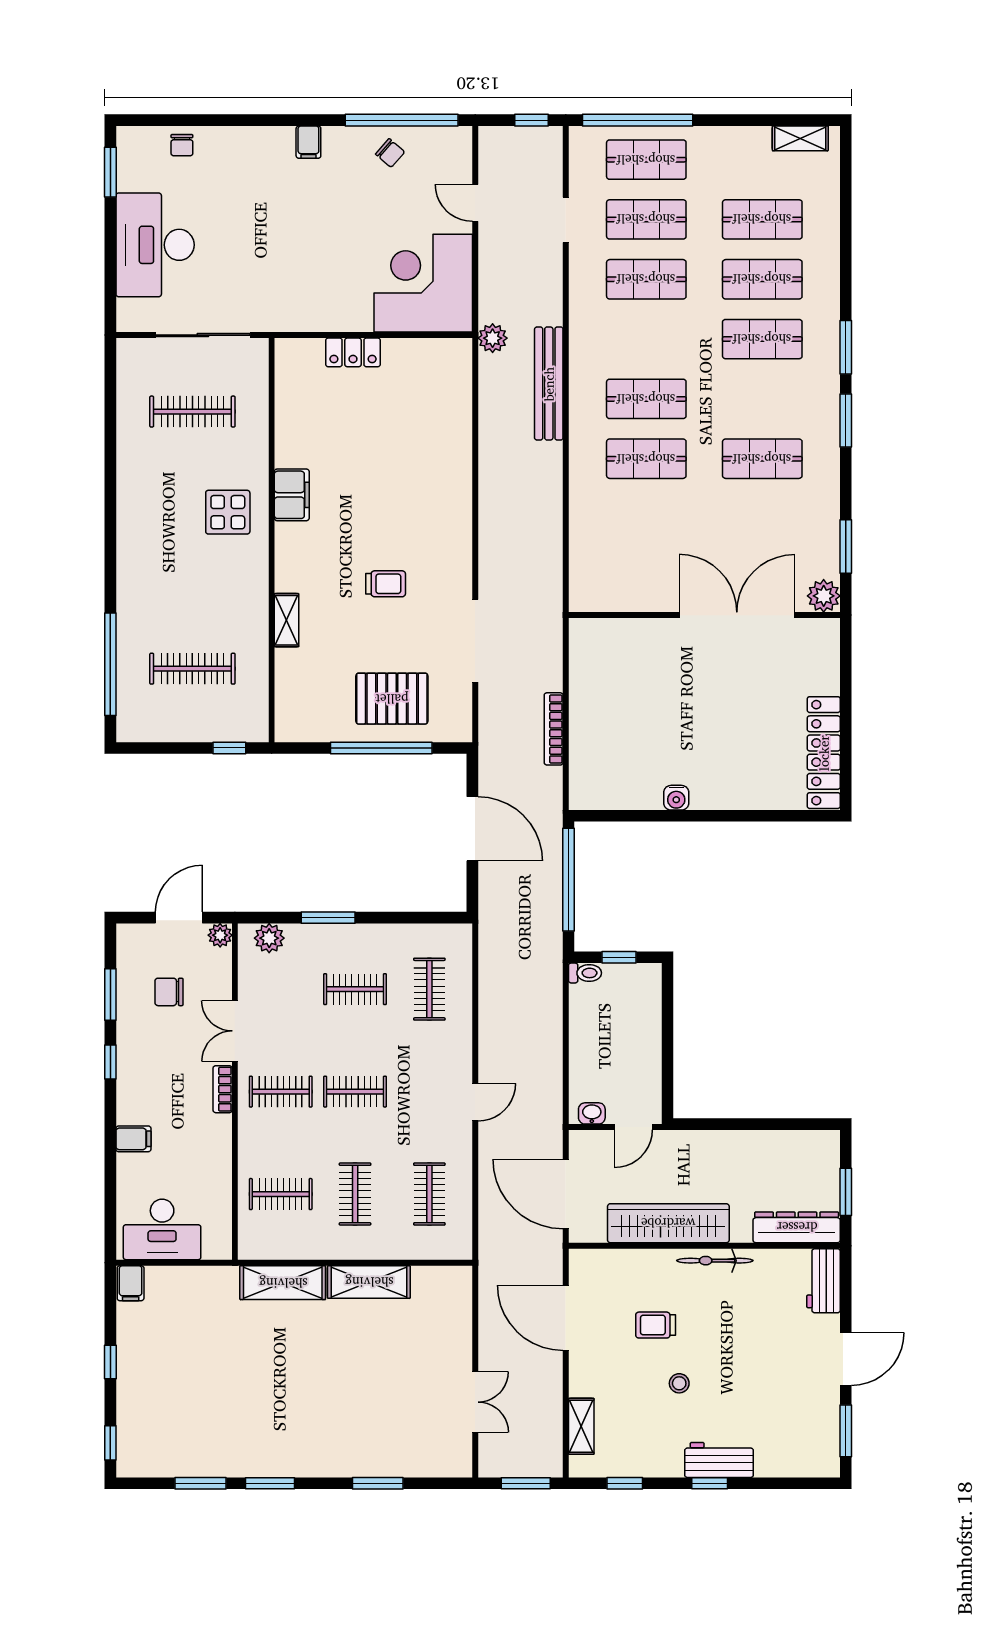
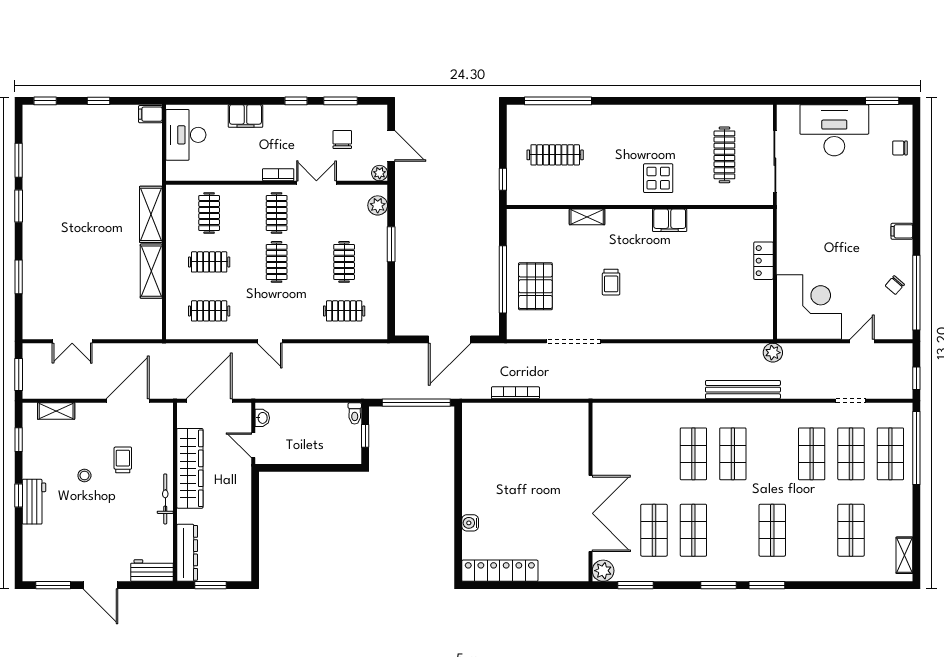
shop shelf: (762, 279) -> (654, 530), moved
clothes rail: (192, 669) -> (555, 155), turned 90
water cooler: (676, 798) -> (470, 523), moved
filing cabinet: (133, 1139) -> (245, 116), width x2.00

